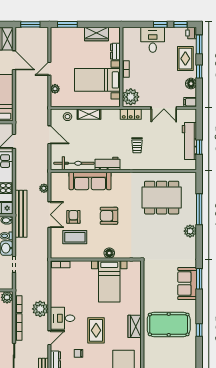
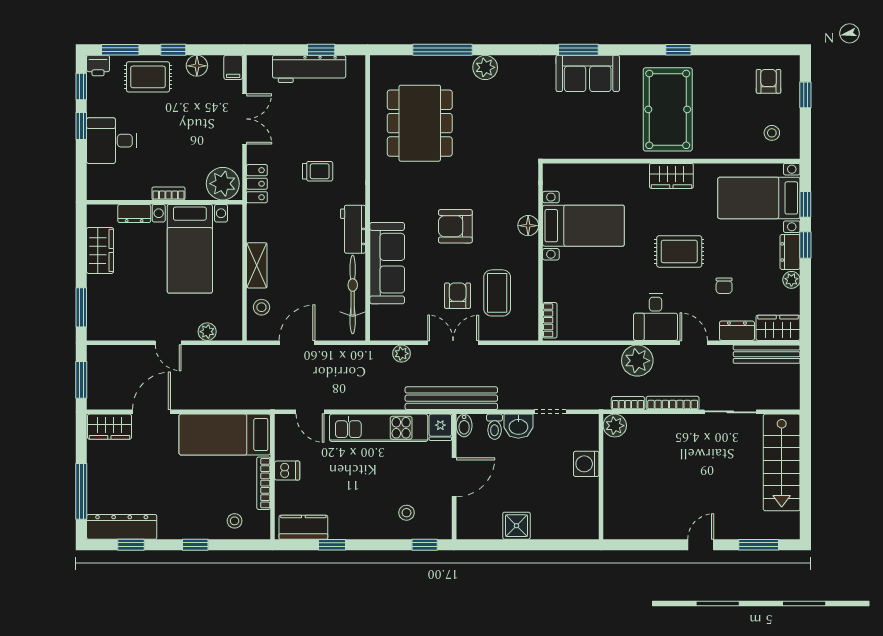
armchair: (109, 216) -> (455, 226), turned 90
armchair: (73, 217) -> (458, 296), turned 90

